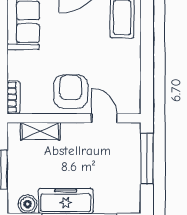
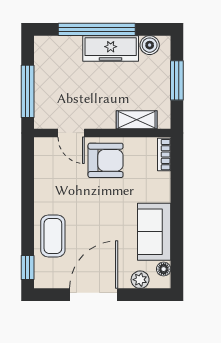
armchair: (71, 92) -> (106, 160), turned -90

